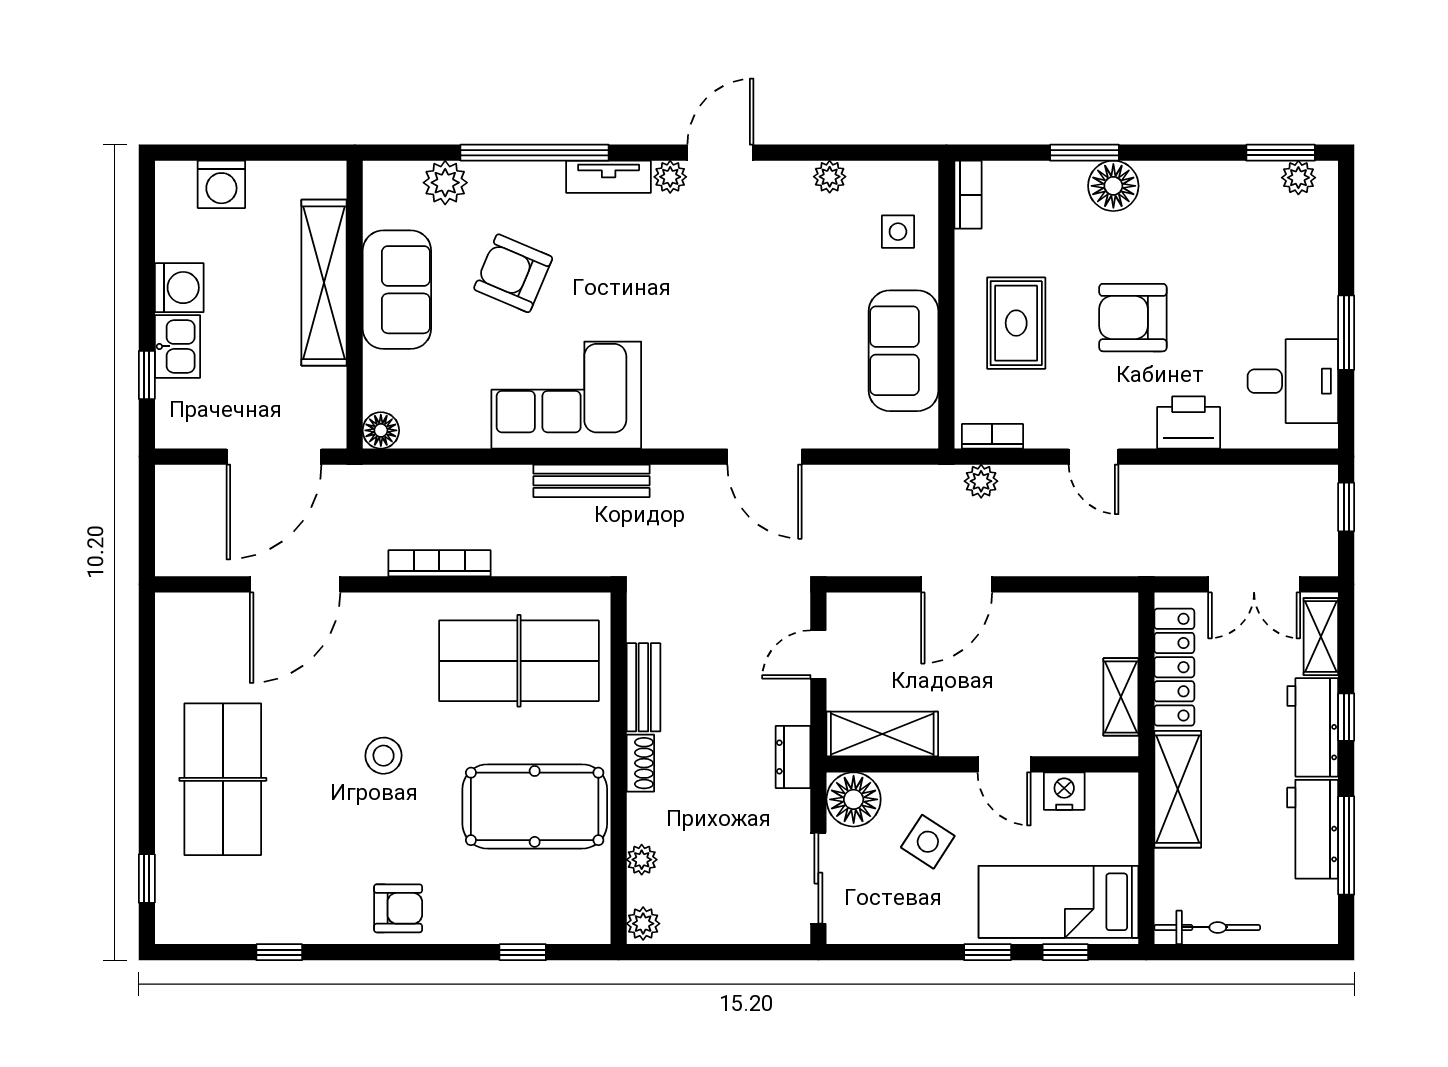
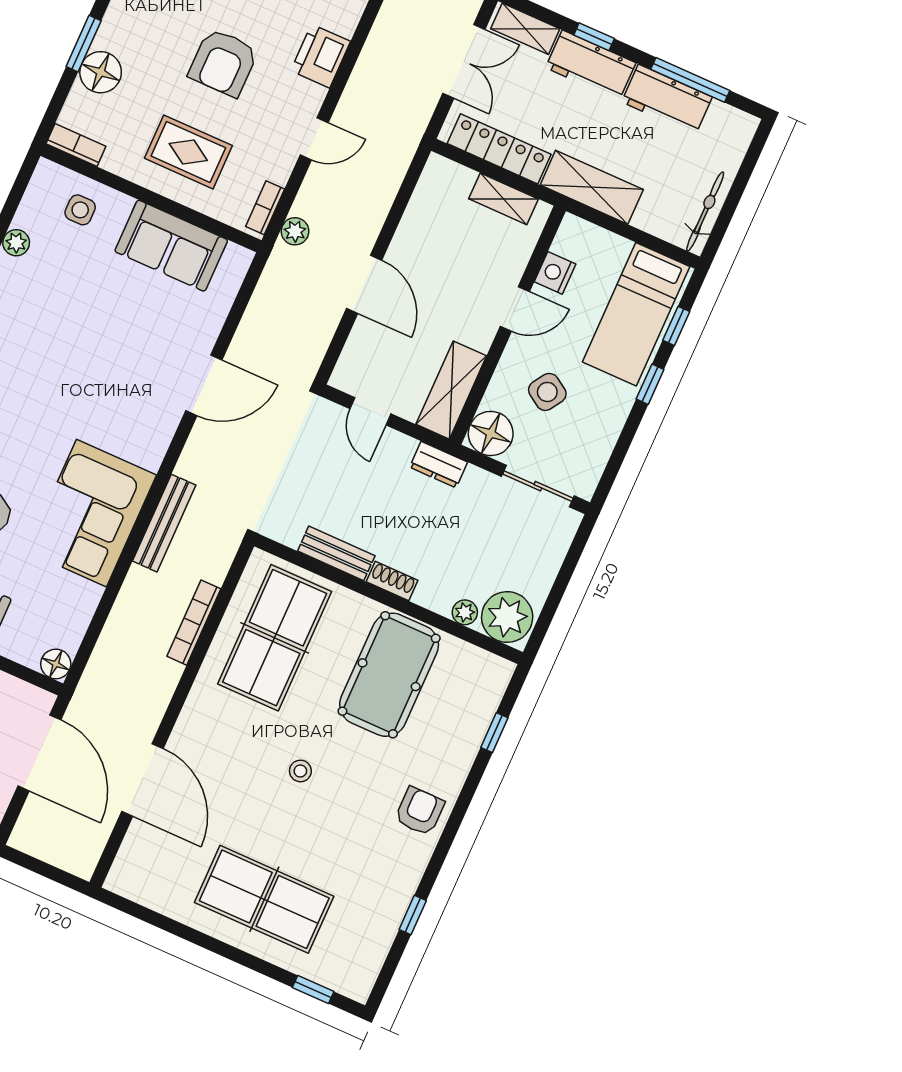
floor lamp: (1113, 186) -> (101, 72), moved
bookcase: (439, 563) -> (194, 623), moved
stool: (384, 756) -> (300, 771), width x0.73, depth x0.73
plant: (643, 924) -> (507, 617), width x1.88, depth x1.88

